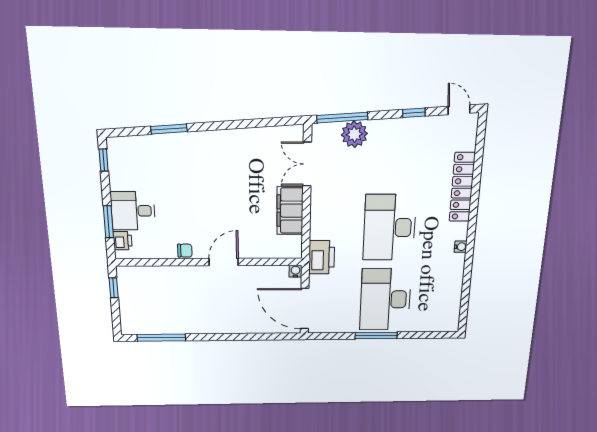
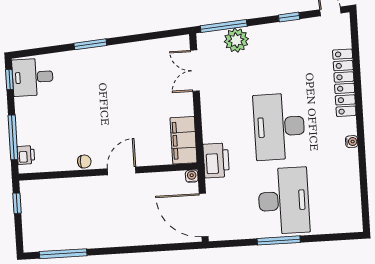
window: (169, 129) -> (90, 44), moved
desk: (133, 211) -> (33, 77), moved
filing cabinet: (290, 211) -> (184, 140), moved
window: (108, 222) -> (13, 137), width x1.44
desk: (385, 299) -> (284, 201), turned 180

